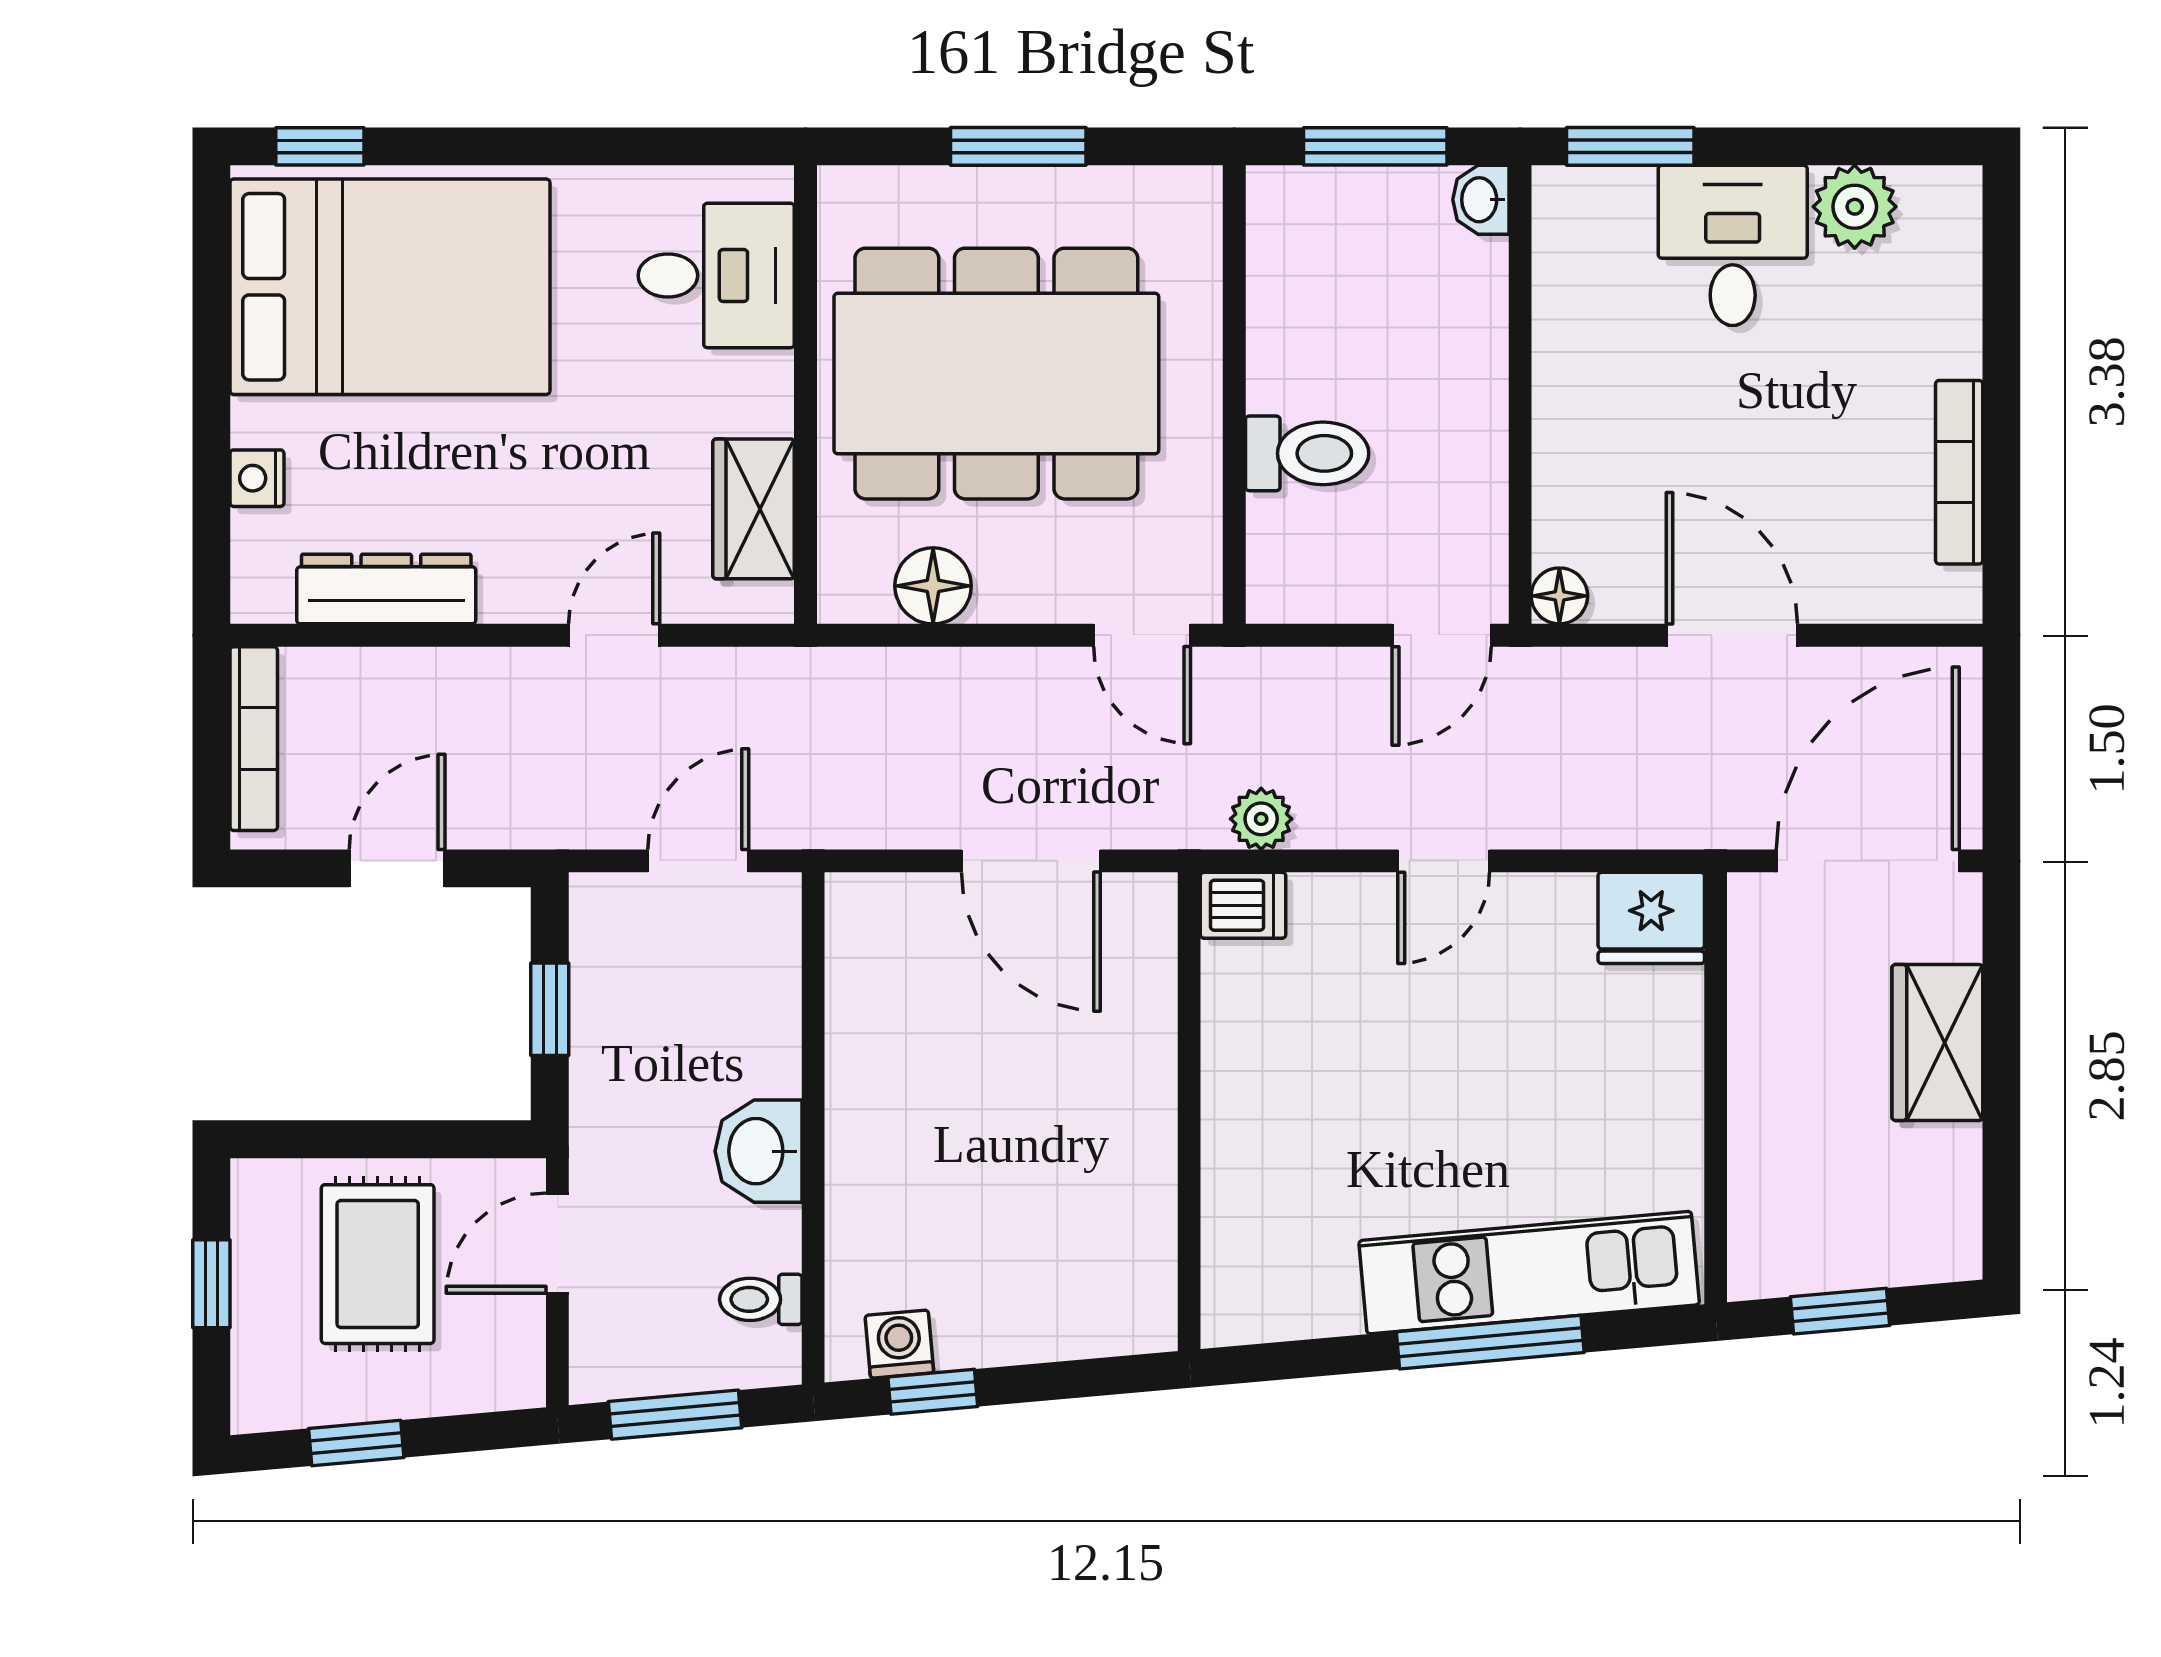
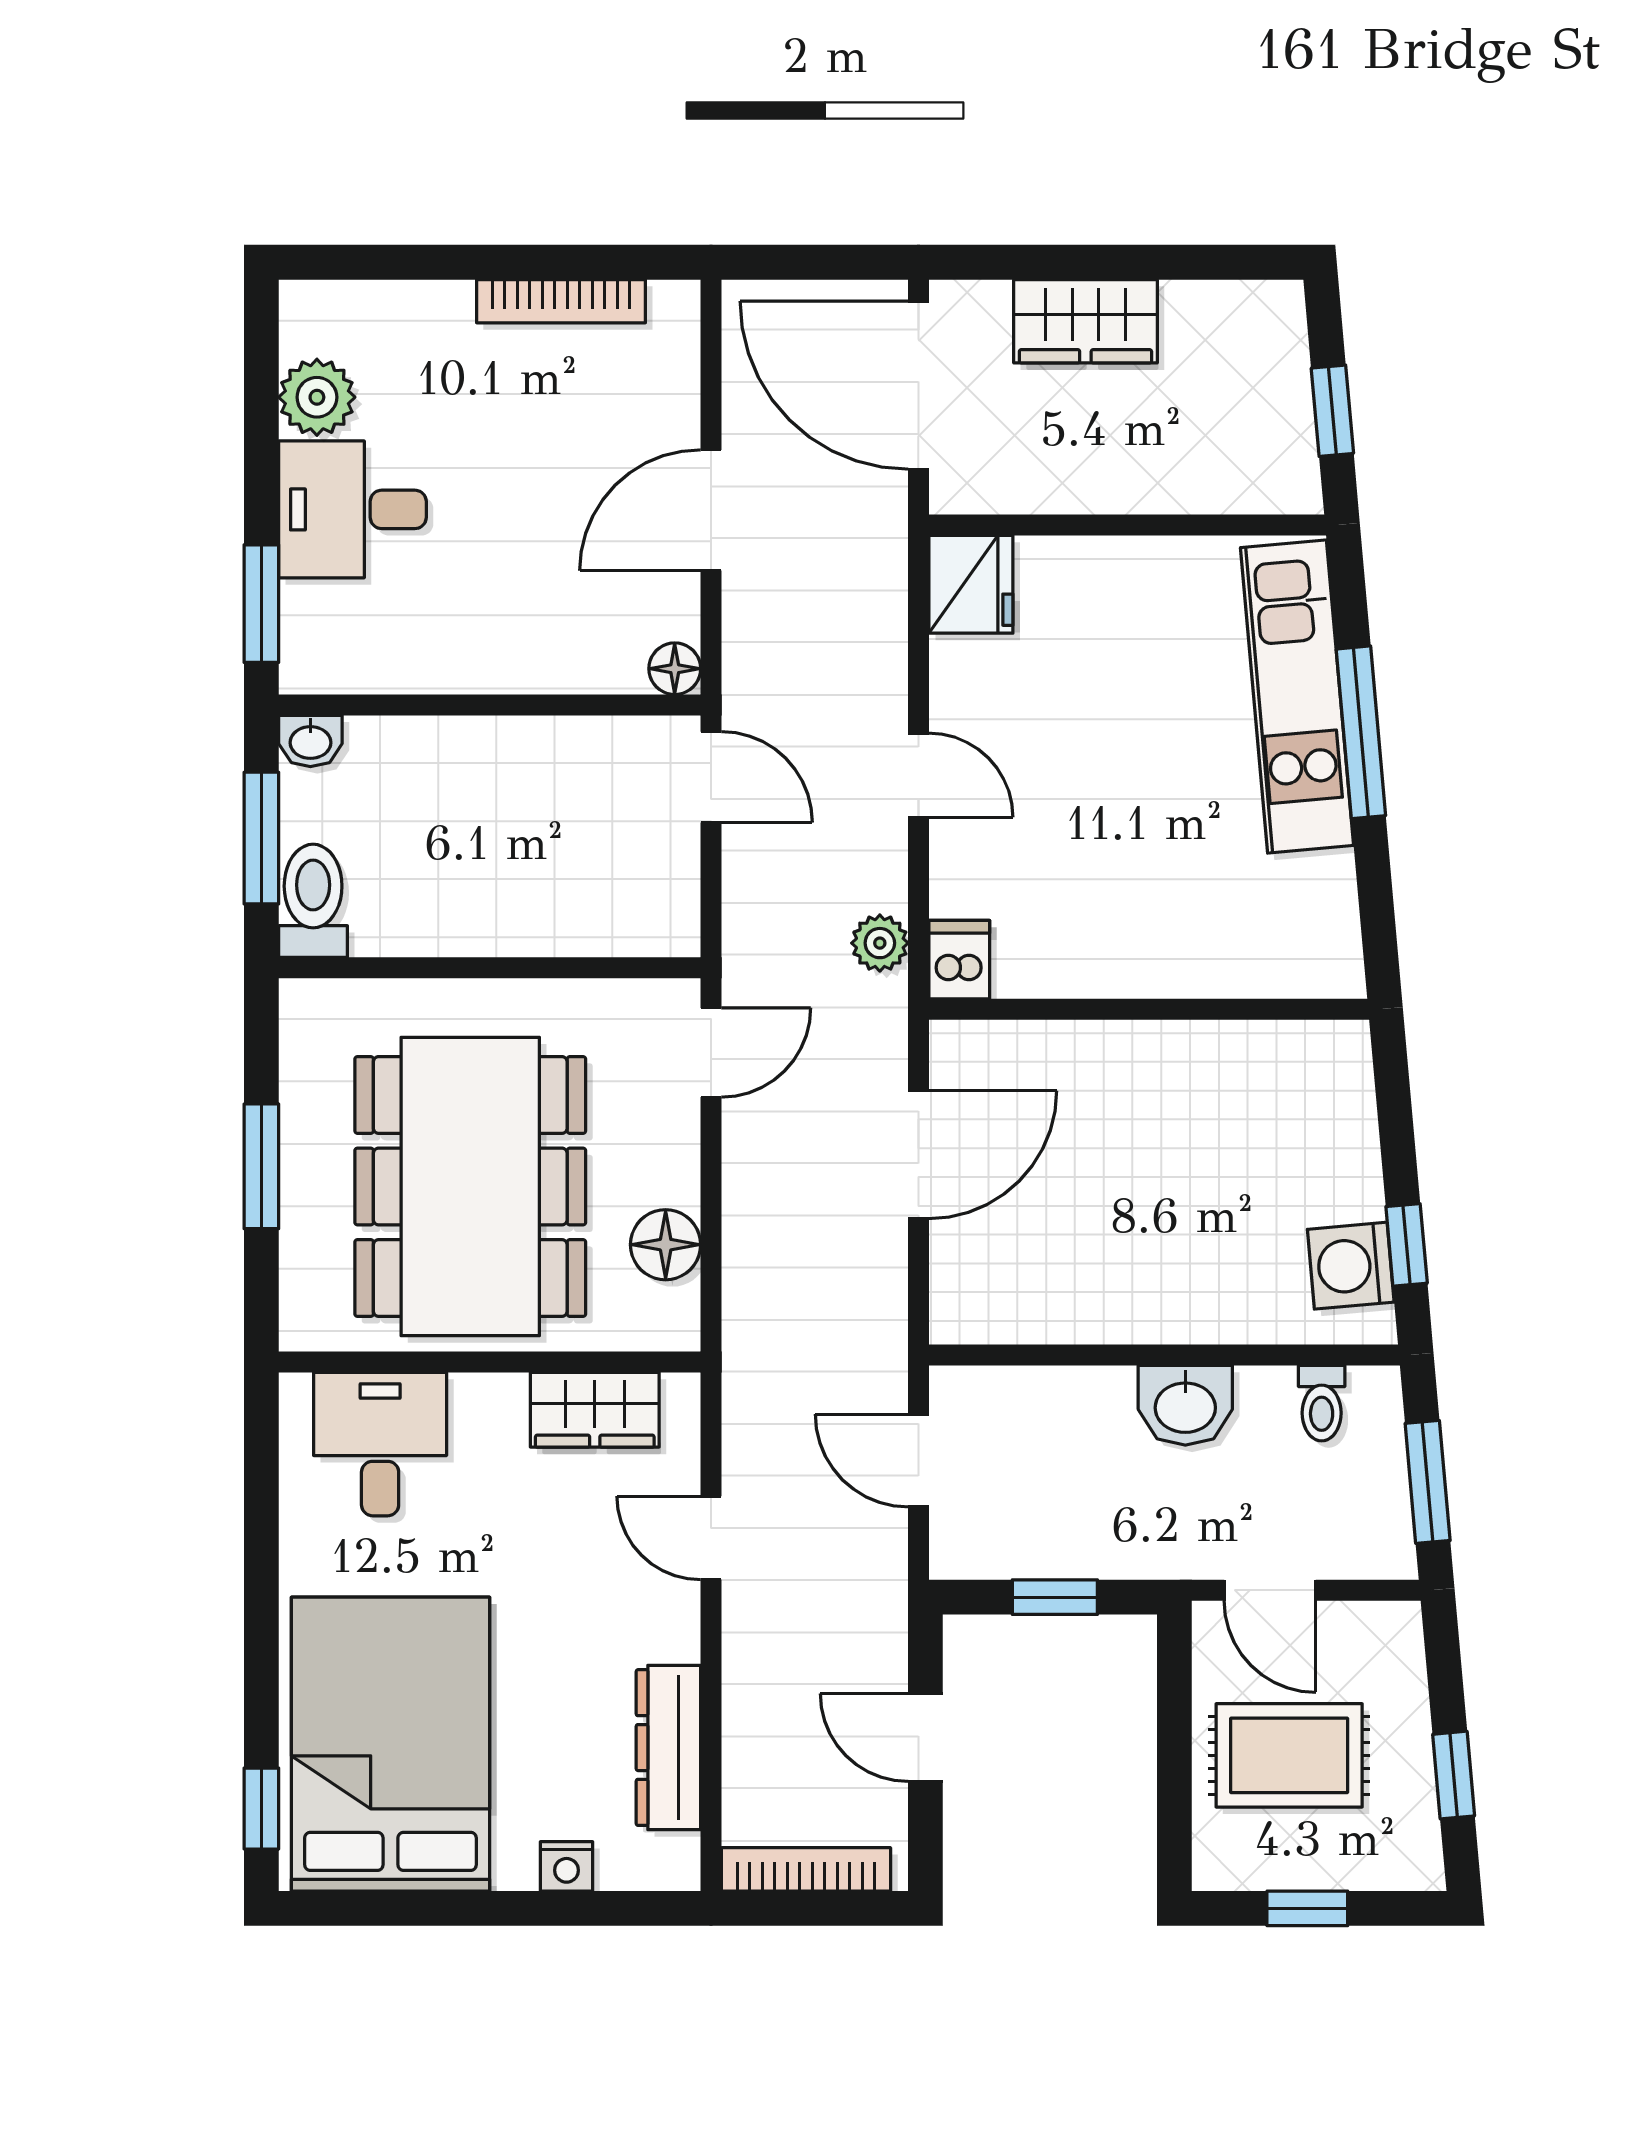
toilet: (1307, 453) -> (313, 901), moved
washing machine: (899, 1344) -> (1351, 1266), width x1.38, depth x1.38

